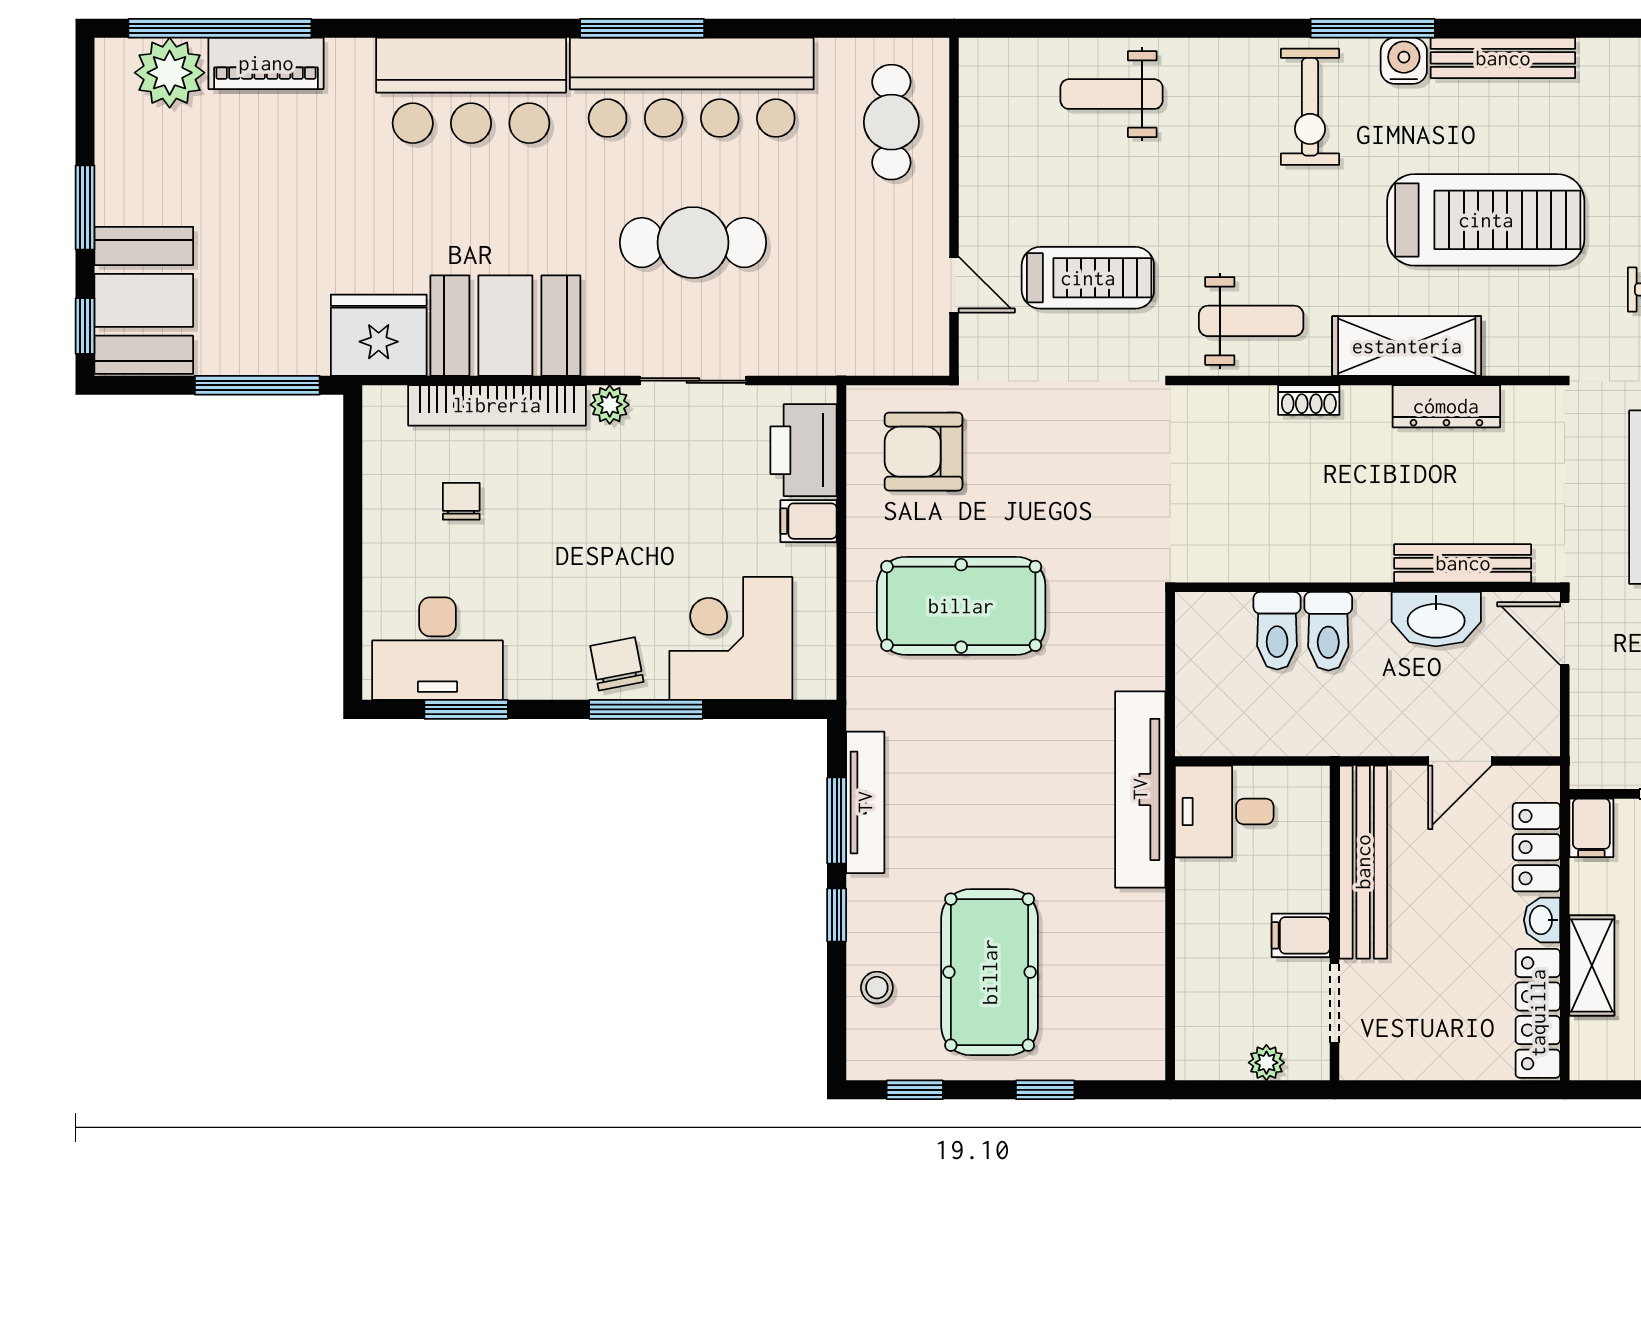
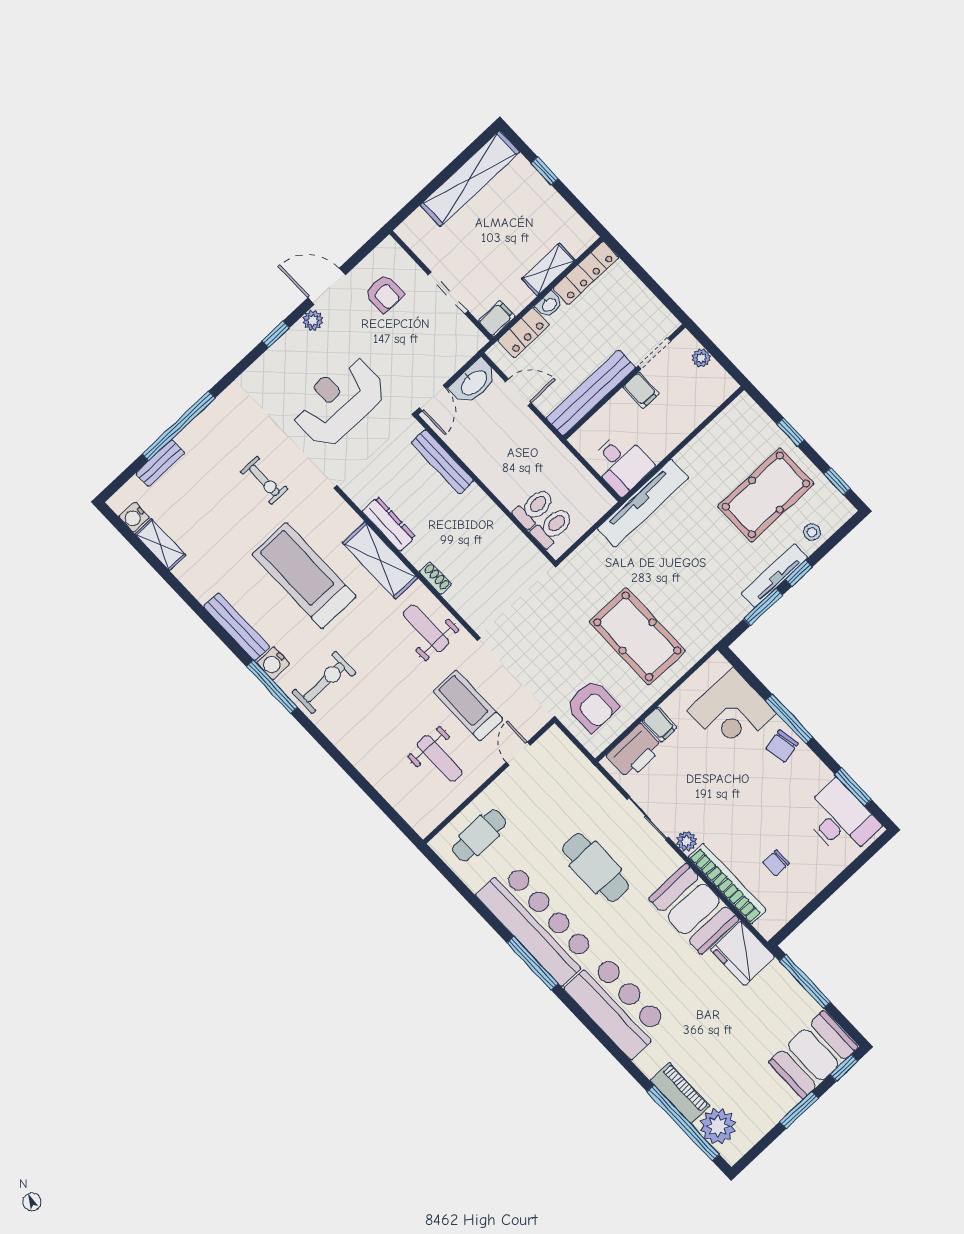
weight bench: (1112, 94) -> (440, 758), moved
washbasin: (1436, 619) -> (474, 382), moved, turned 90
toilet: (1328, 631) -> (553, 527), moved
tv unit: (865, 802) -> (775, 576), moved

